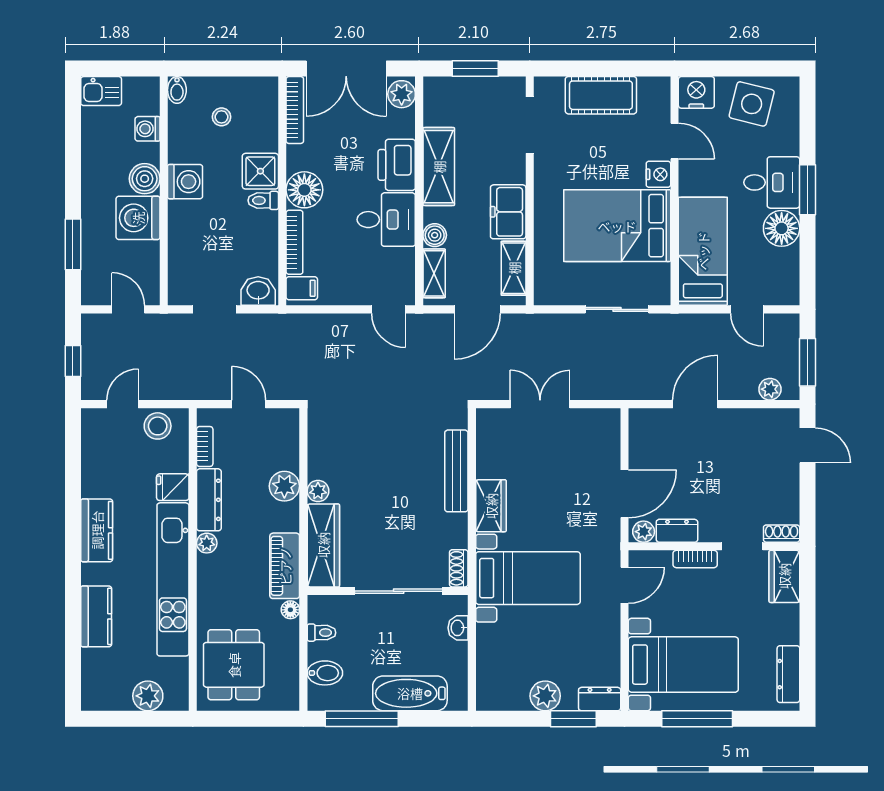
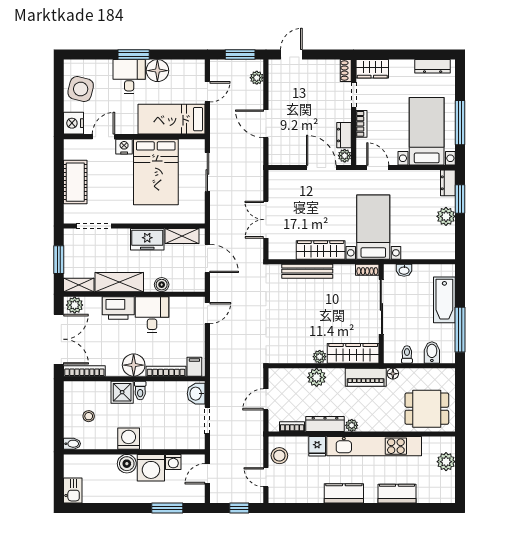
washing machine: (147, 129) -> (173, 462), moved
shelving: (434, 273) -> (79, 285), moved
wardrobe: (491, 506) -> (321, 250), width x1.50

